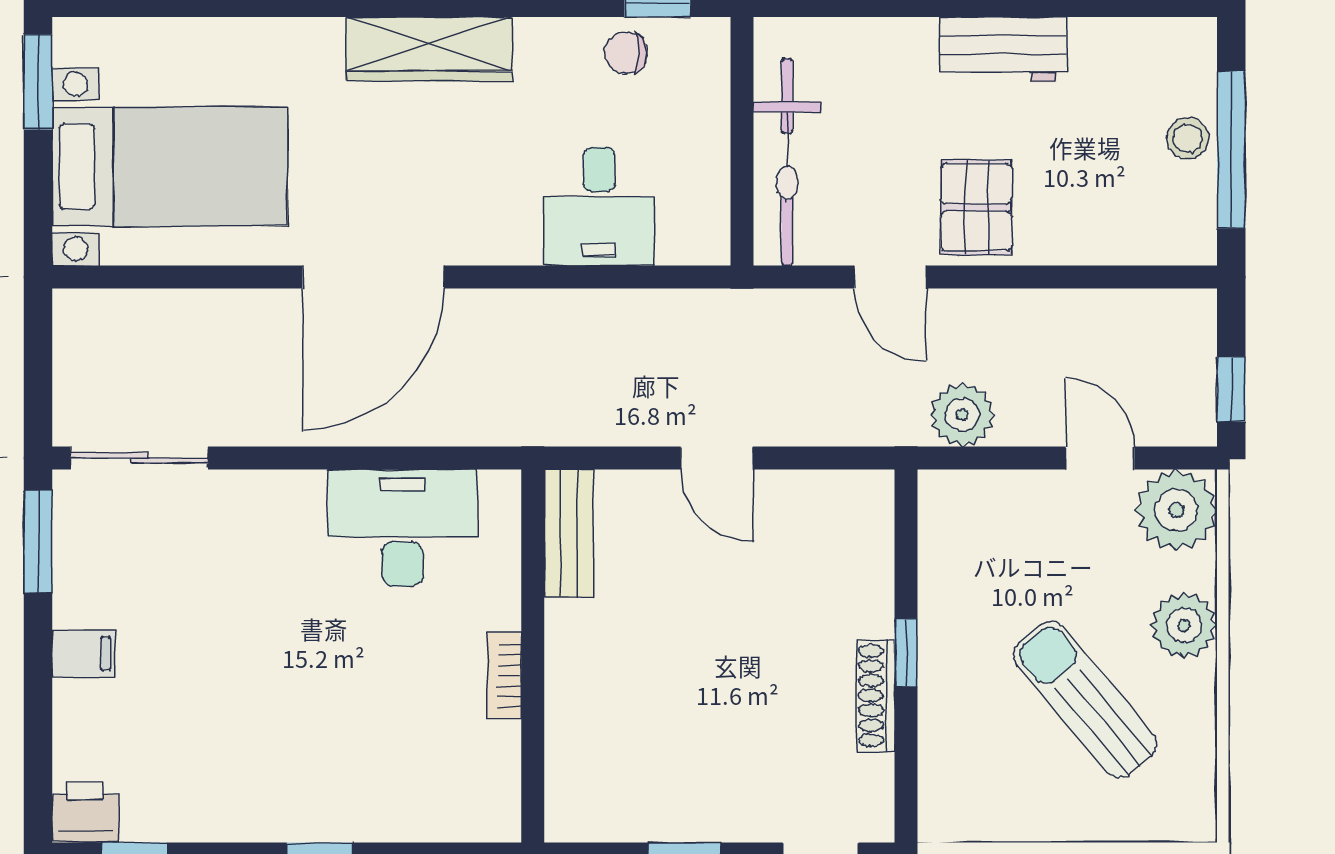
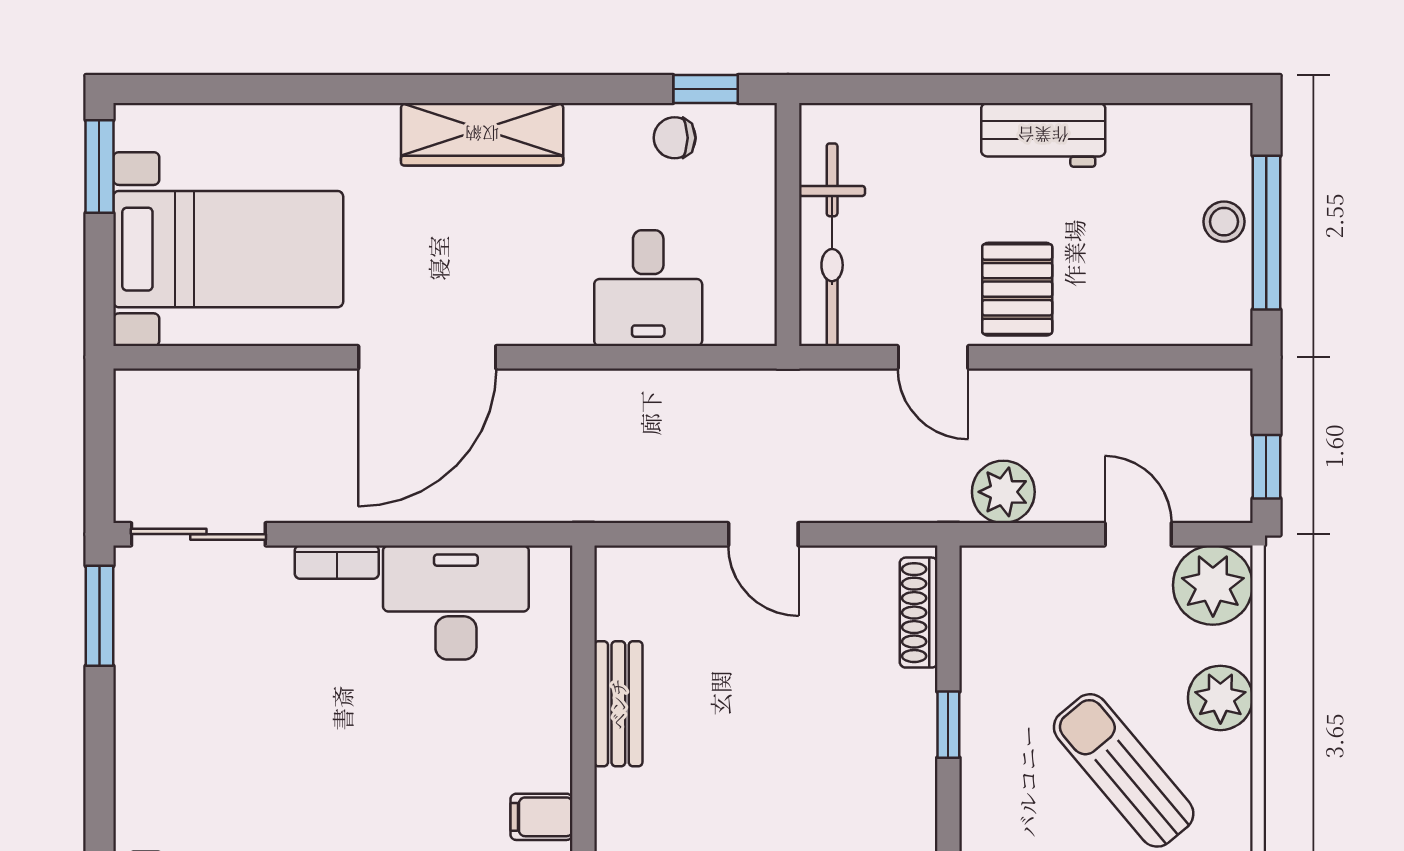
bench: (569, 533) -> (618, 704), moved
filing cabinet: (84, 654) -> (541, 817), moved, turned 180
bookcase: (504, 676) -> (337, 562), moved, turned -90
shoe rack: (876, 696) -> (919, 613), moved

